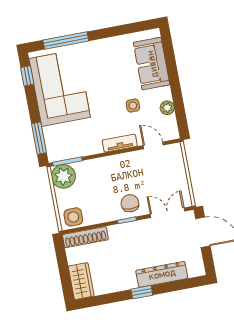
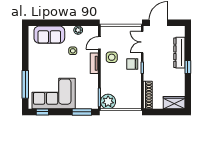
side table: (73, 217) -> (112, 57), moved

